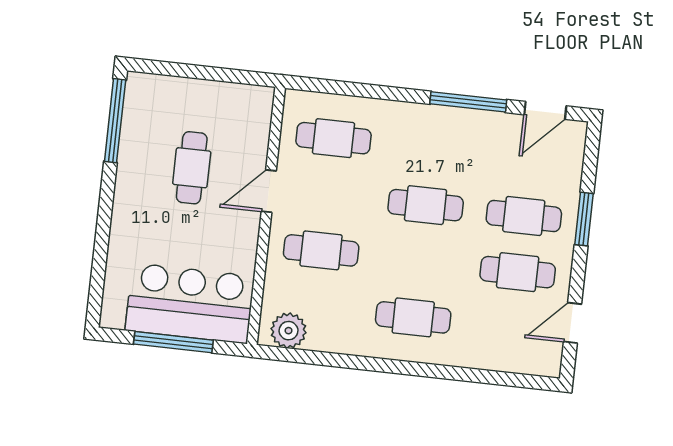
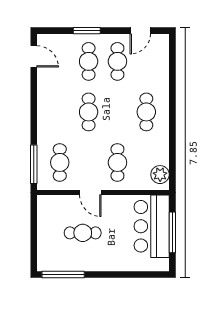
window: (468, 102) -> (34, 164), moved
door: (572, 323) -> (140, 31), hinge flipped

